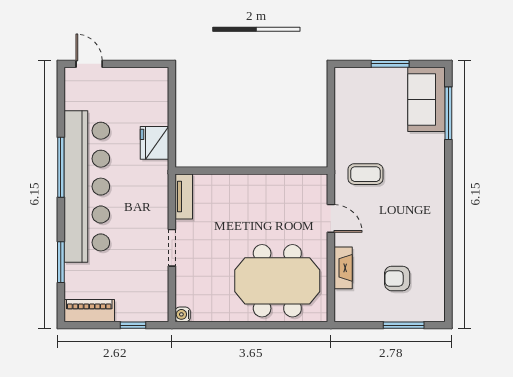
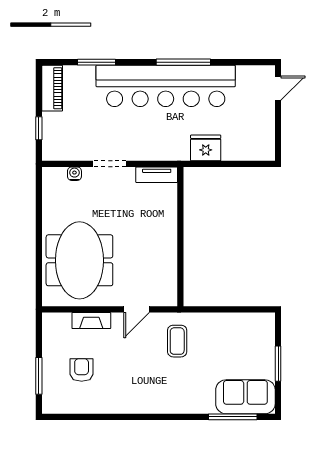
water cooler: (183, 314) -> (74, 174), moved

